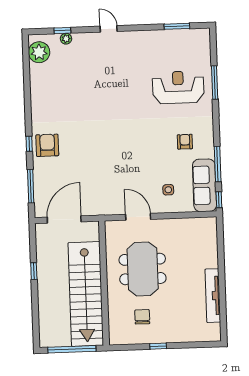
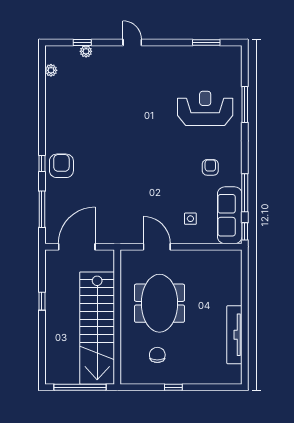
plant: (39, 52) -> (51, 70), width x0.53, depth x0.53

